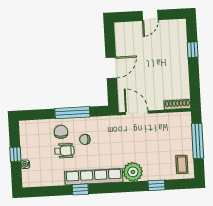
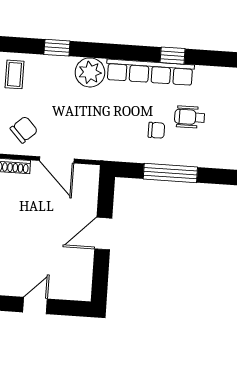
door: (137, 113) -> (57, 160), moved
chair: (61, 132) -> (24, 130), moved, turned -133

